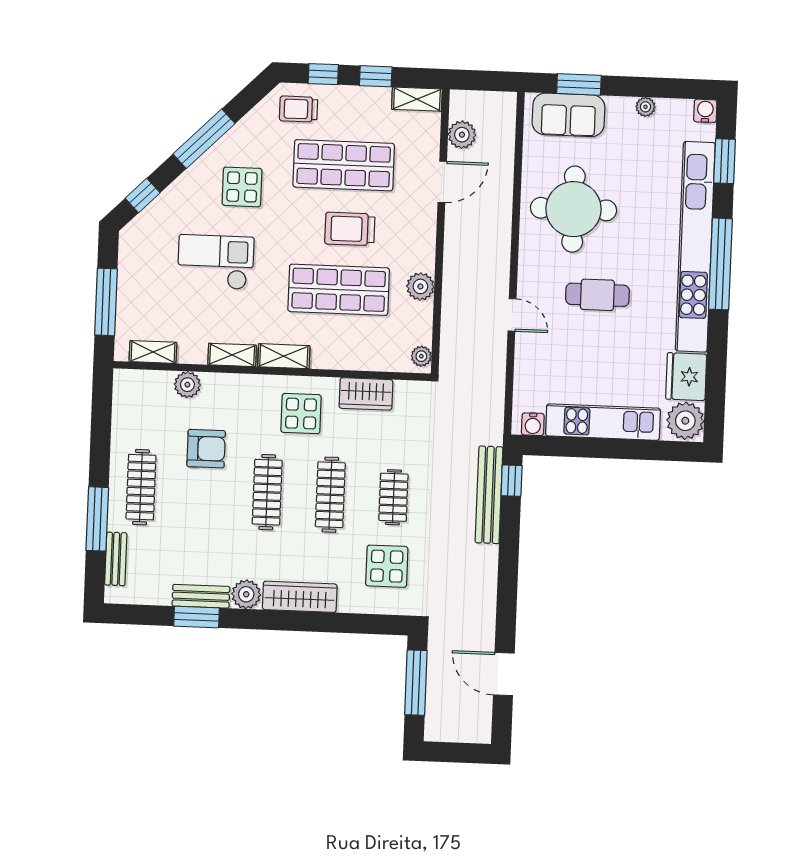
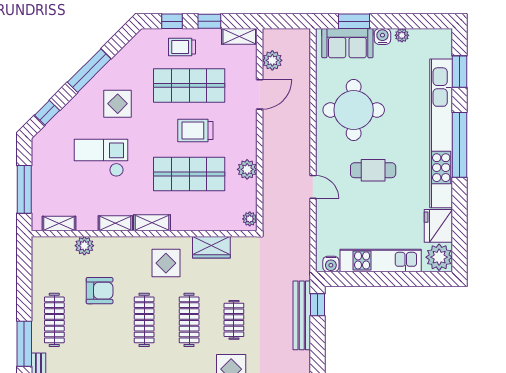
trolley: (299, 109) -> (182, 47), moved
water cooler: (705, 111) -> (382, 36), moved

